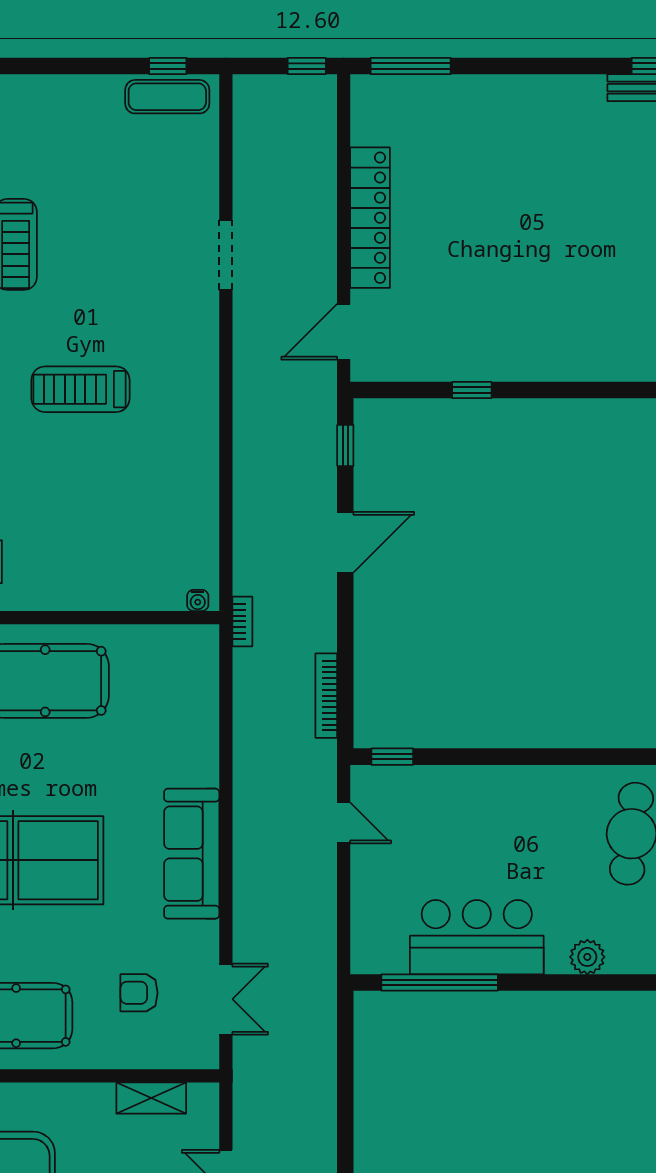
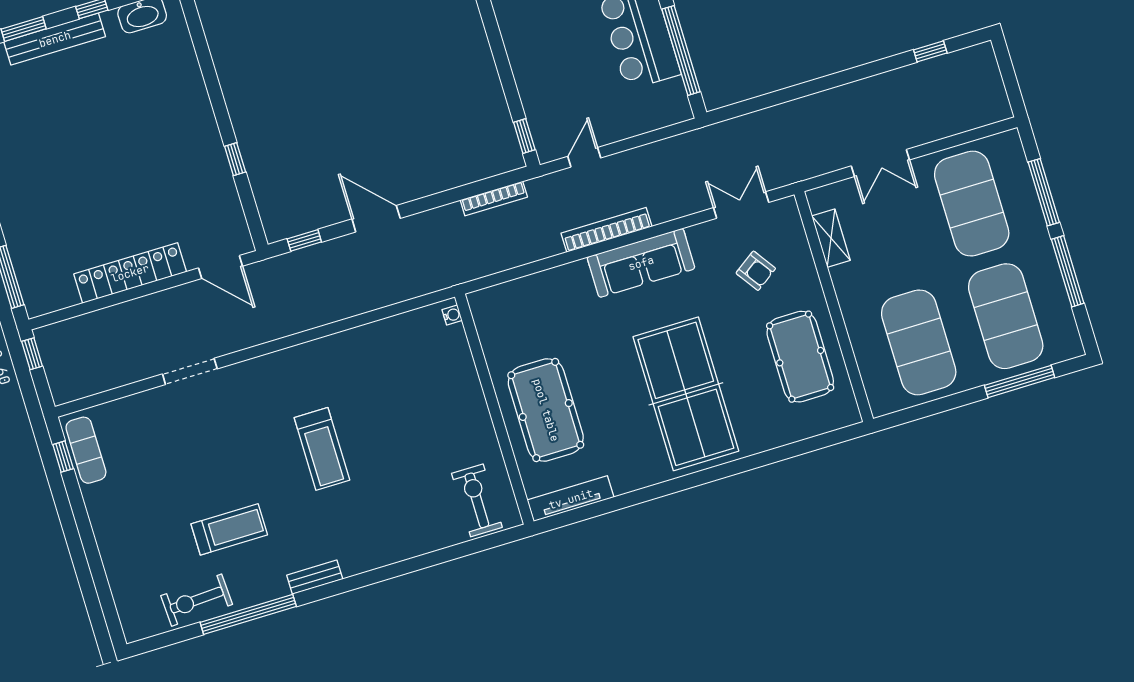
bookcase: (242, 621) -> (606, 230), moved, width x2.31, depth x1.31
armchair: (139, 993) -> (756, 271), turned -35

